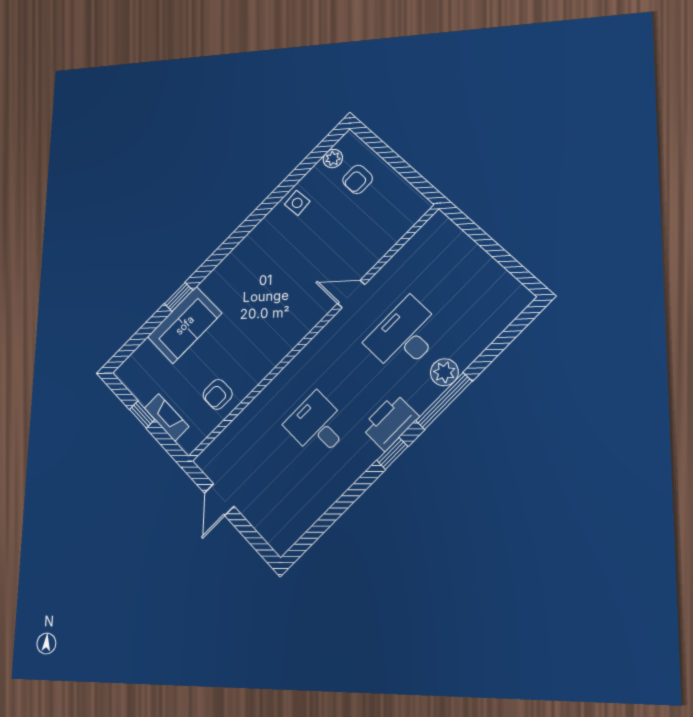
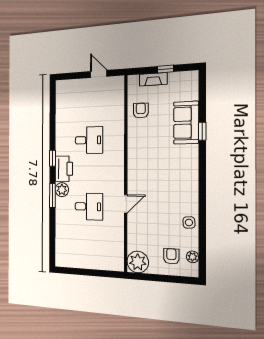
plant: (408, 206) -> (138, 262), added
desk: (405, 336) -> (89, 207), width x0.73
plant: (444, 372) -> (62, 190), moved
window: (444, 401) -> (52, 196), width x0.69

